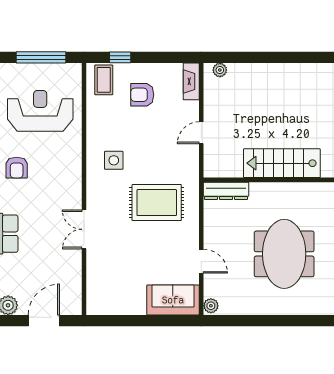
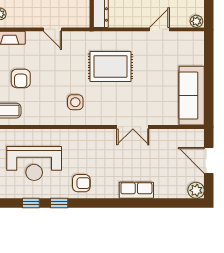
reception desk: (40, 111) -> (34, 164), turned -90
rug: (157, 203) -> (111, 66), turned 90
sofa: (173, 300) -> (192, 96), moved, width x1.36

